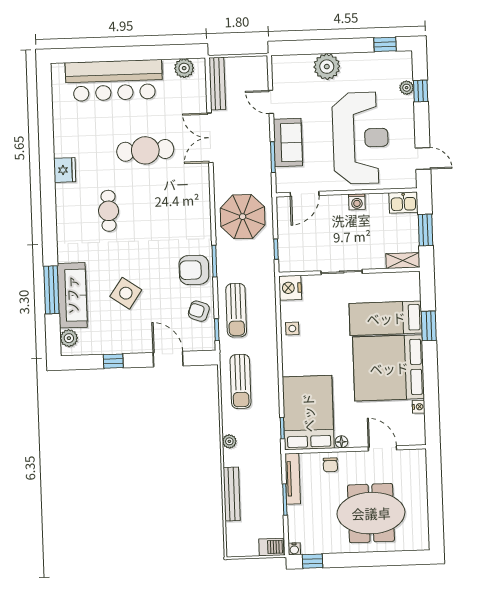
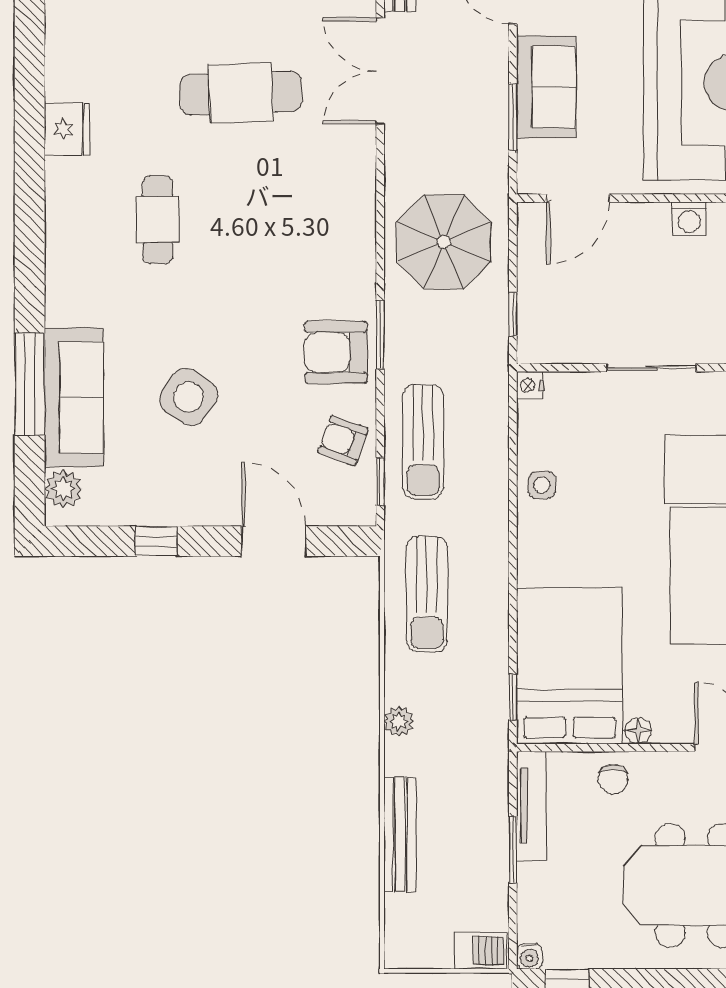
nightstand: (290, 288) -> (530, 385), width x0.53, depth x0.56

